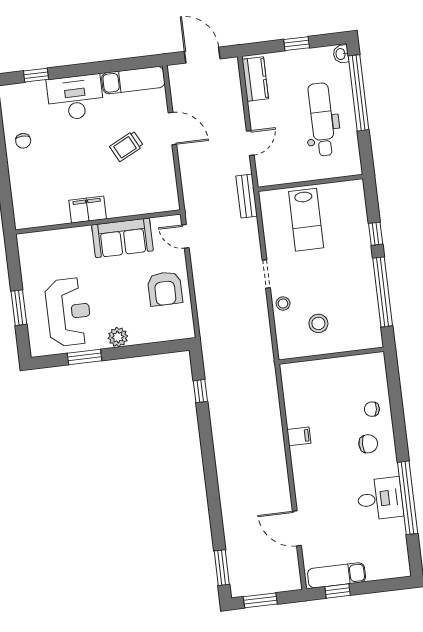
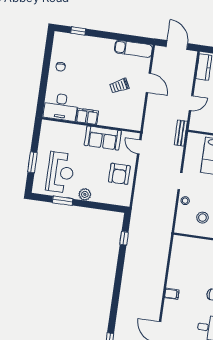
desk: (75, 98) -> (61, 107), moved, turned 180
filing cabinet: (299, 436) -> (172, 294), moved

